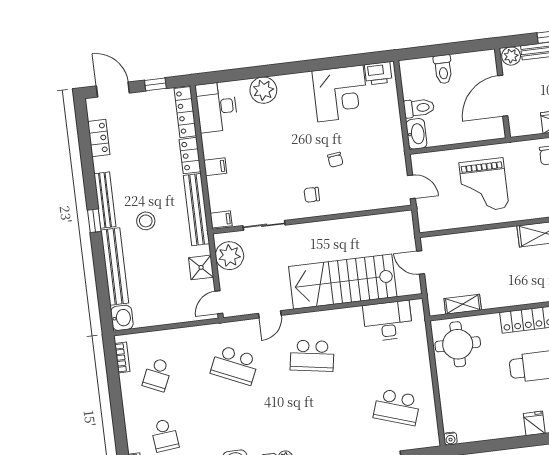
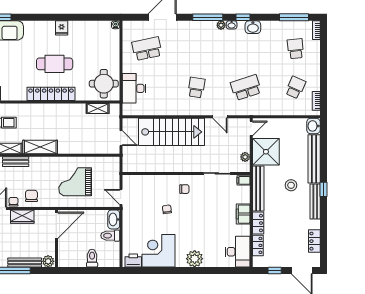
plant: (263, 90) -> (195, 259), moved
door: (503, 96) -> (56, 225), moved
locker: (185, 112) -> (258, 245), width x0.66
filing cabinet: (215, 167) -> (243, 214), width x2.00
grand piano: (484, 185) -> (75, 182), turned -90
door: (411, 187) -> (121, 197), moved
plant: (229, 256) -> (245, 157), width x0.53, depth x0.53
shower: (201, 267) -> (266, 152), width x1.86, depth x1.86
door: (270, 314) -> (220, 117), swing flipped
desk: (388, 321) -> (134, 88), moved, turned 90
school desk: (312, 356) -> (196, 88), width x0.54
school desk: (235, 365) -> (246, 88), turned -42
school desk: (397, 407) -> (147, 49), turned -30

